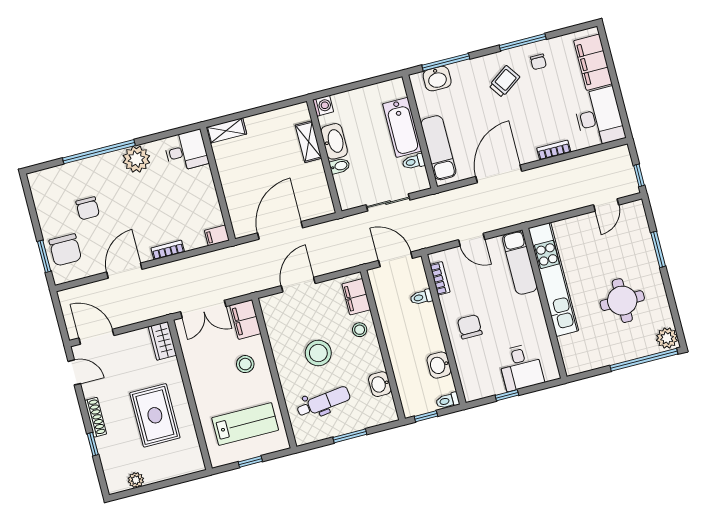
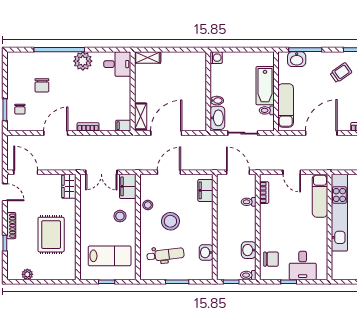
washbasin: (334, 141) -> (217, 118), moved
shelving: (309, 142) -> (141, 116), moved
chair: (65, 250) -> (20, 109), width x0.54, depth x0.54
chair: (470, 327) -> (271, 259), moved, turned 90
stool: (360, 330) -> (148, 205), moved

